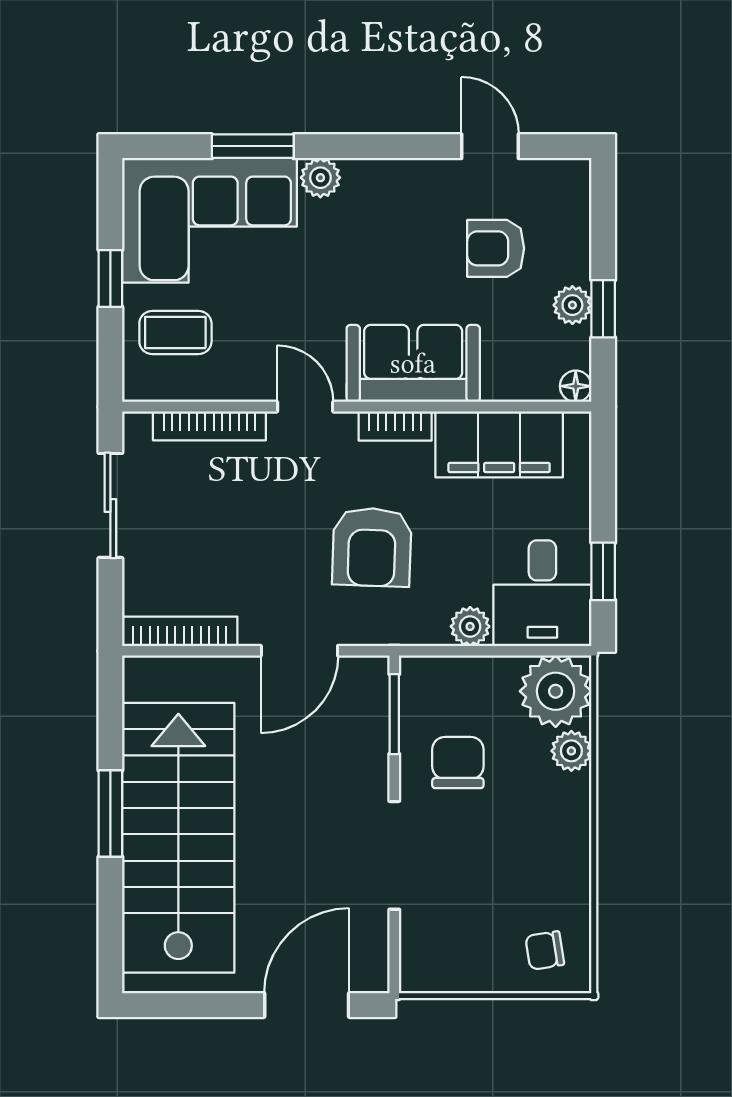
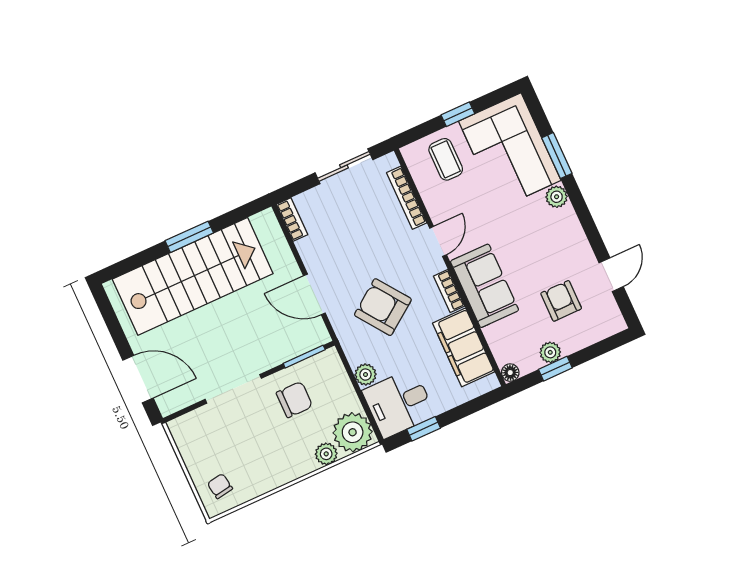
armchair: (372, 547) -> (383, 307), turned 52
bookcase: (180, 631) -> (292, 219), width x0.64

